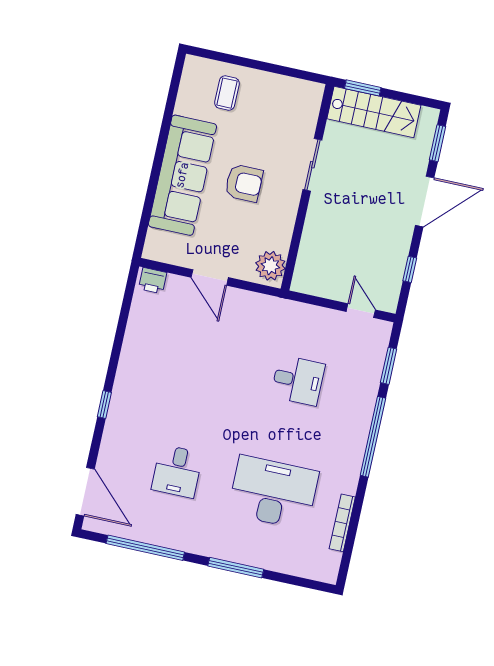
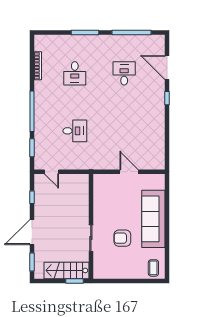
coffee table: (227, 93) -> (153, 268), moved
armchair: (244, 183) -> (122, 238), moved
plant: (270, 266) -> (101, 184), removed
printer: (153, 281) -> (157, 164), removed
desk: (298, 380) -> (75, 131), turned 180
door: (85, 492) -> (167, 68), moved
desk: (273, 492) -> (75, 73), width x0.53, depth x0.77

